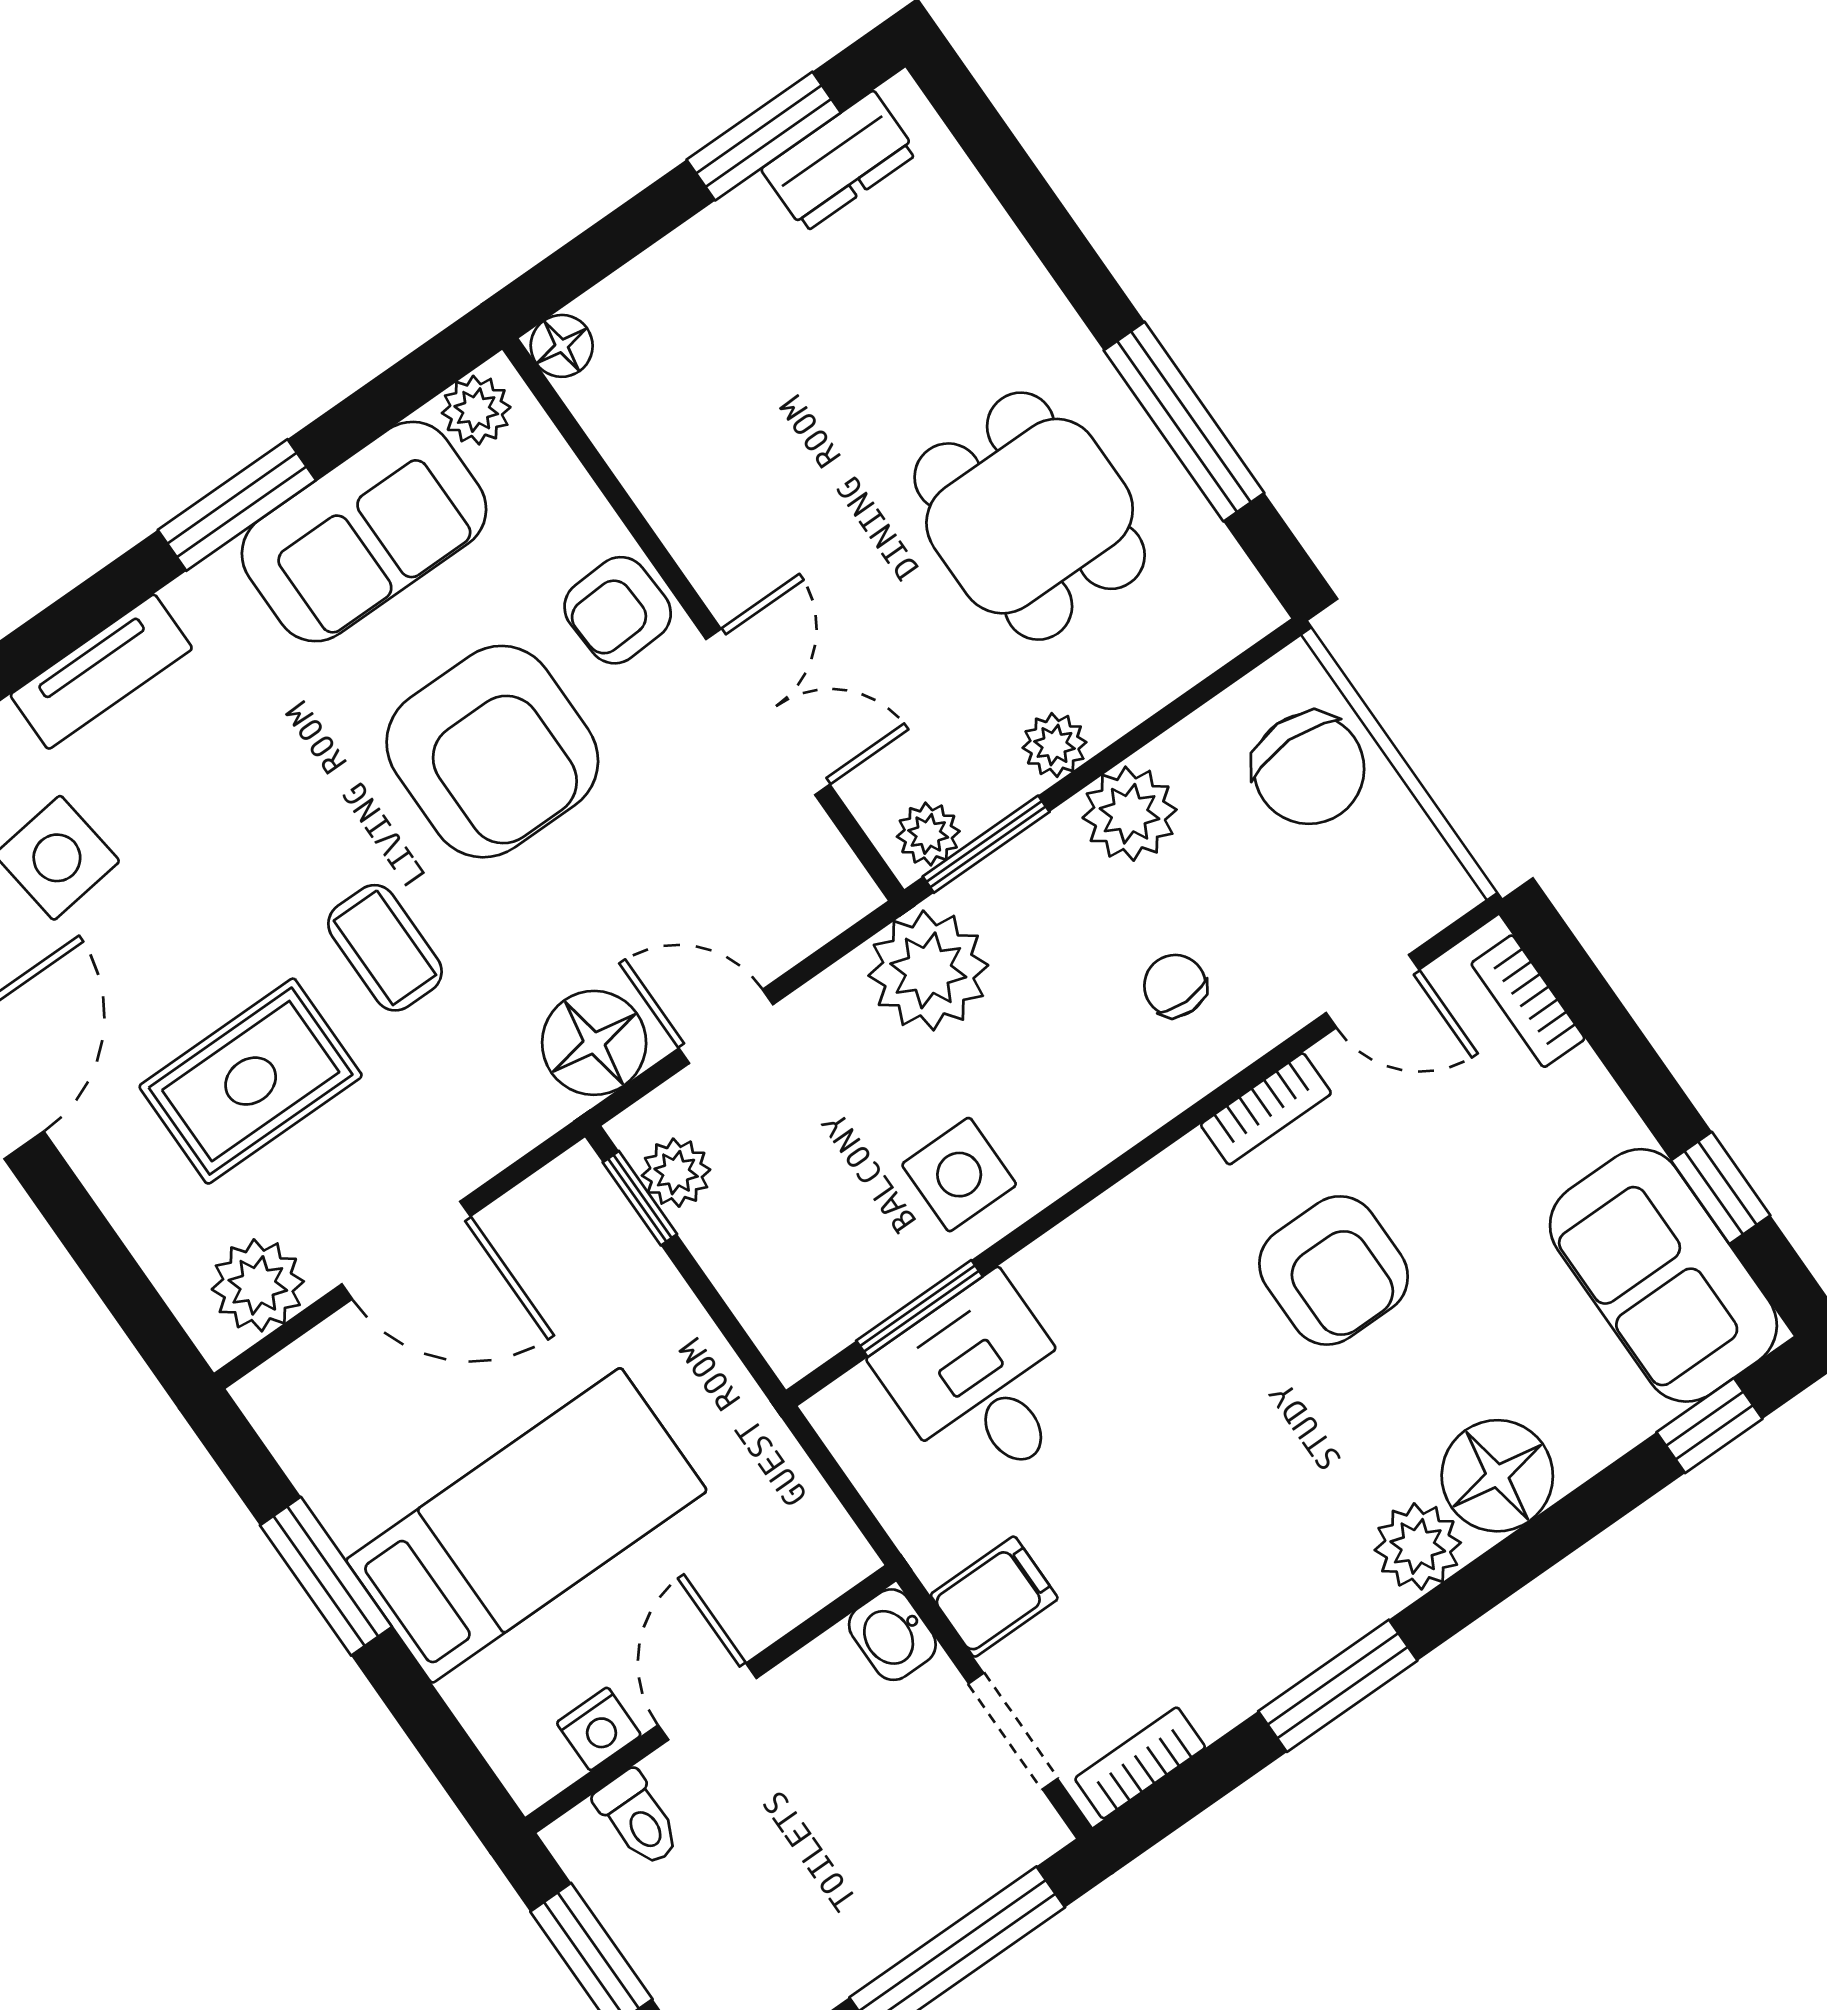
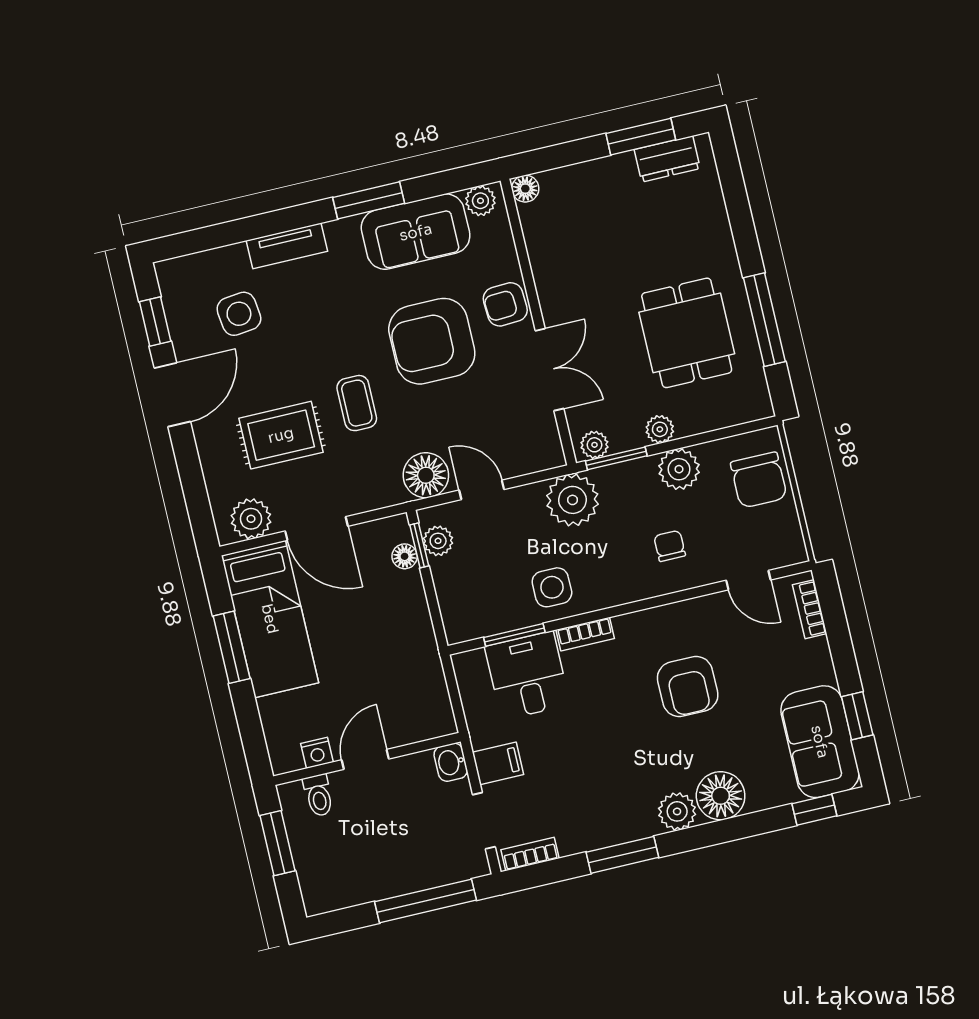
armchair: (492, 752) -> (432, 341), turned 90
bookcase: (1266, 1109) -> (585, 634), moved
floor lamp: (618, 1234) -> (405, 556), added
bed: (526, 1525) -> (270, 619), moved, turned 90

